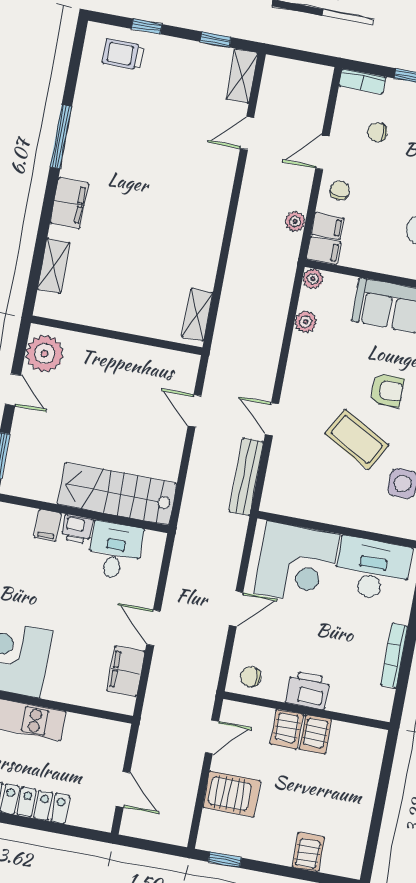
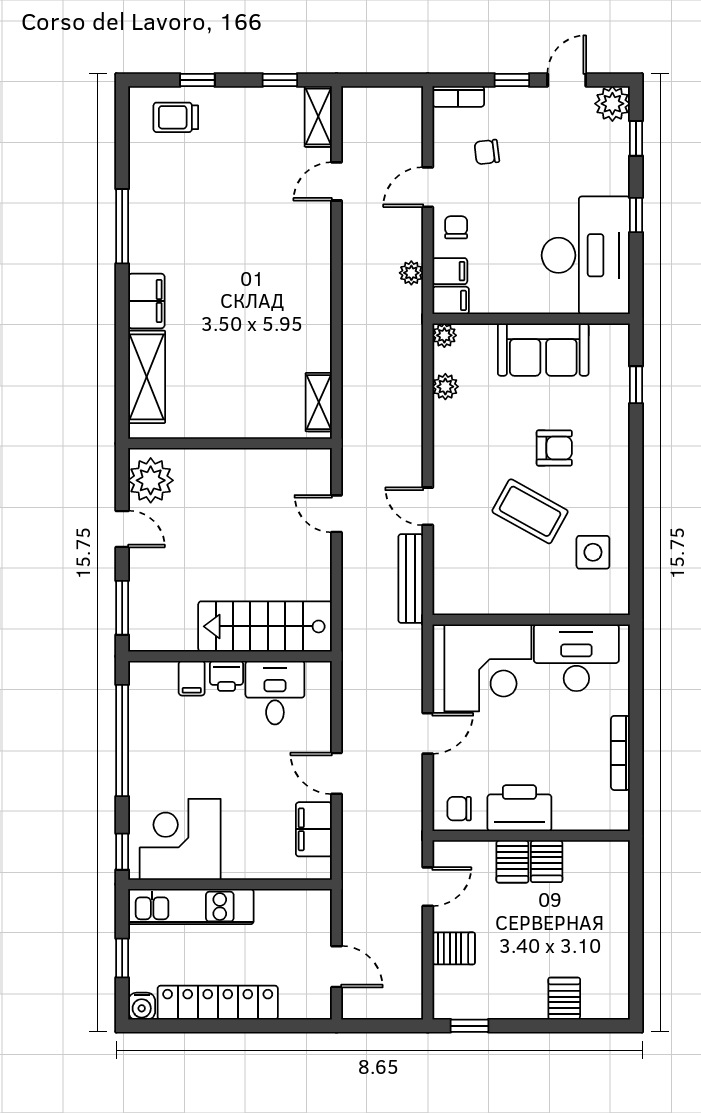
shelving: (54, 266) -> (147, 377), width x1.50, depth x1.33
printer: (308, 690) -> (519, 808), width x1.37, depth x1.19
server rack: (232, 794) -> (454, 948), width x0.73, depth x0.70

